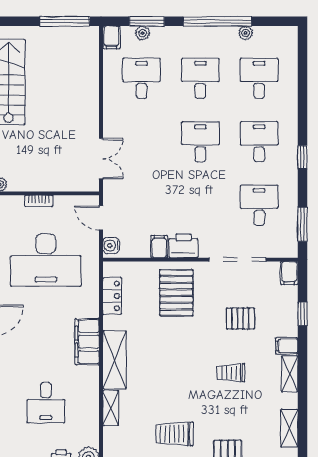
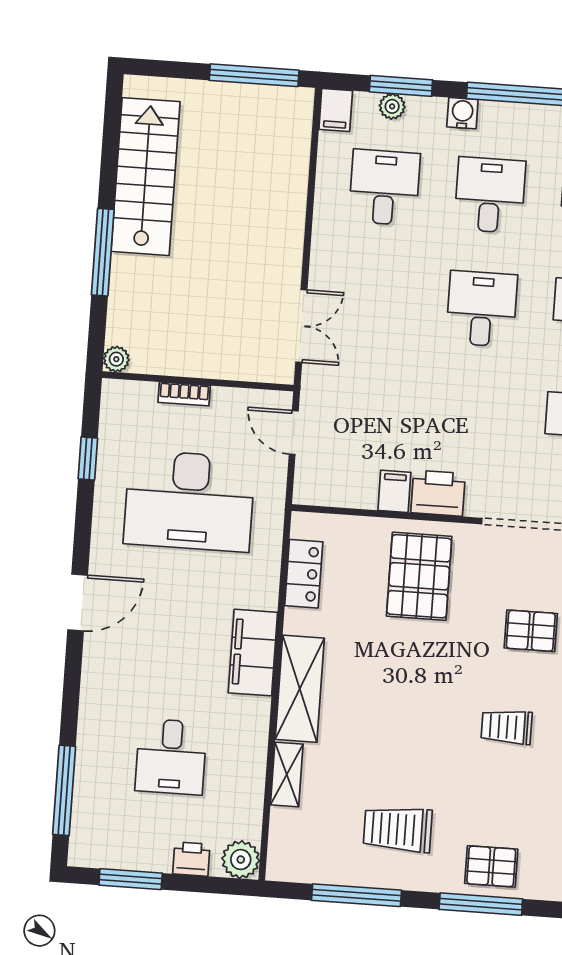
water cooler: (111, 246) -> (462, 113), moved, turned 90

